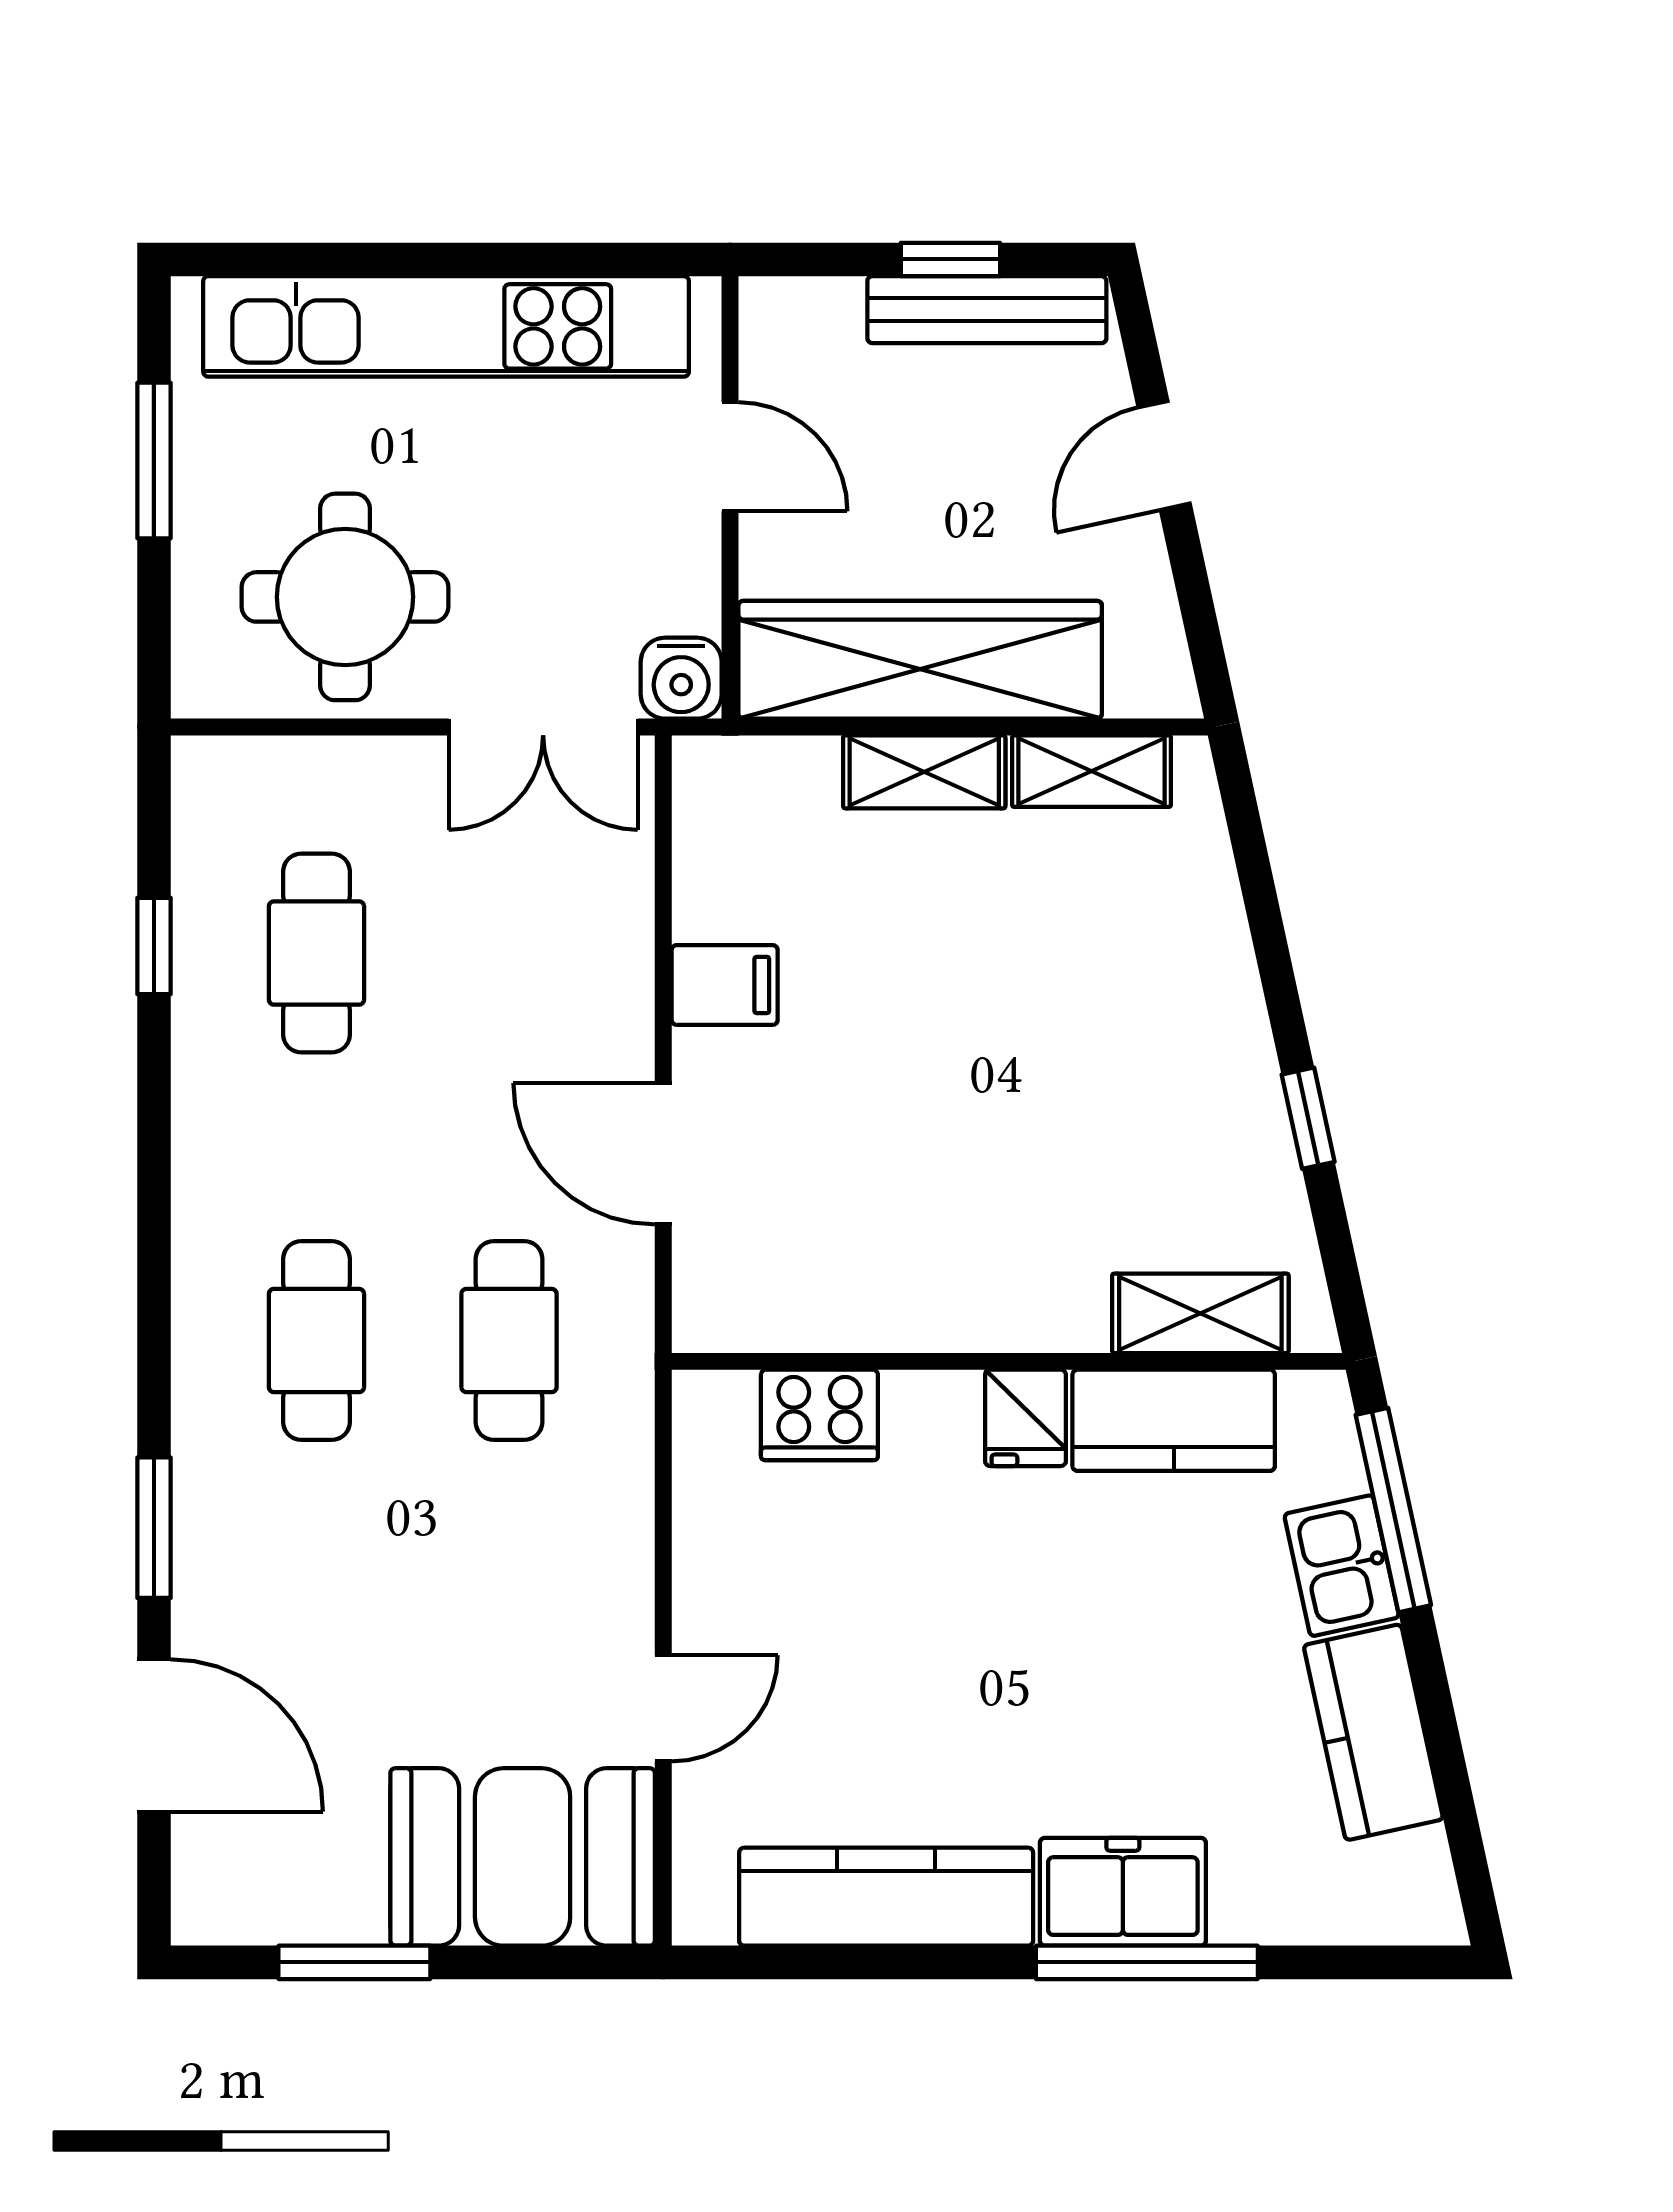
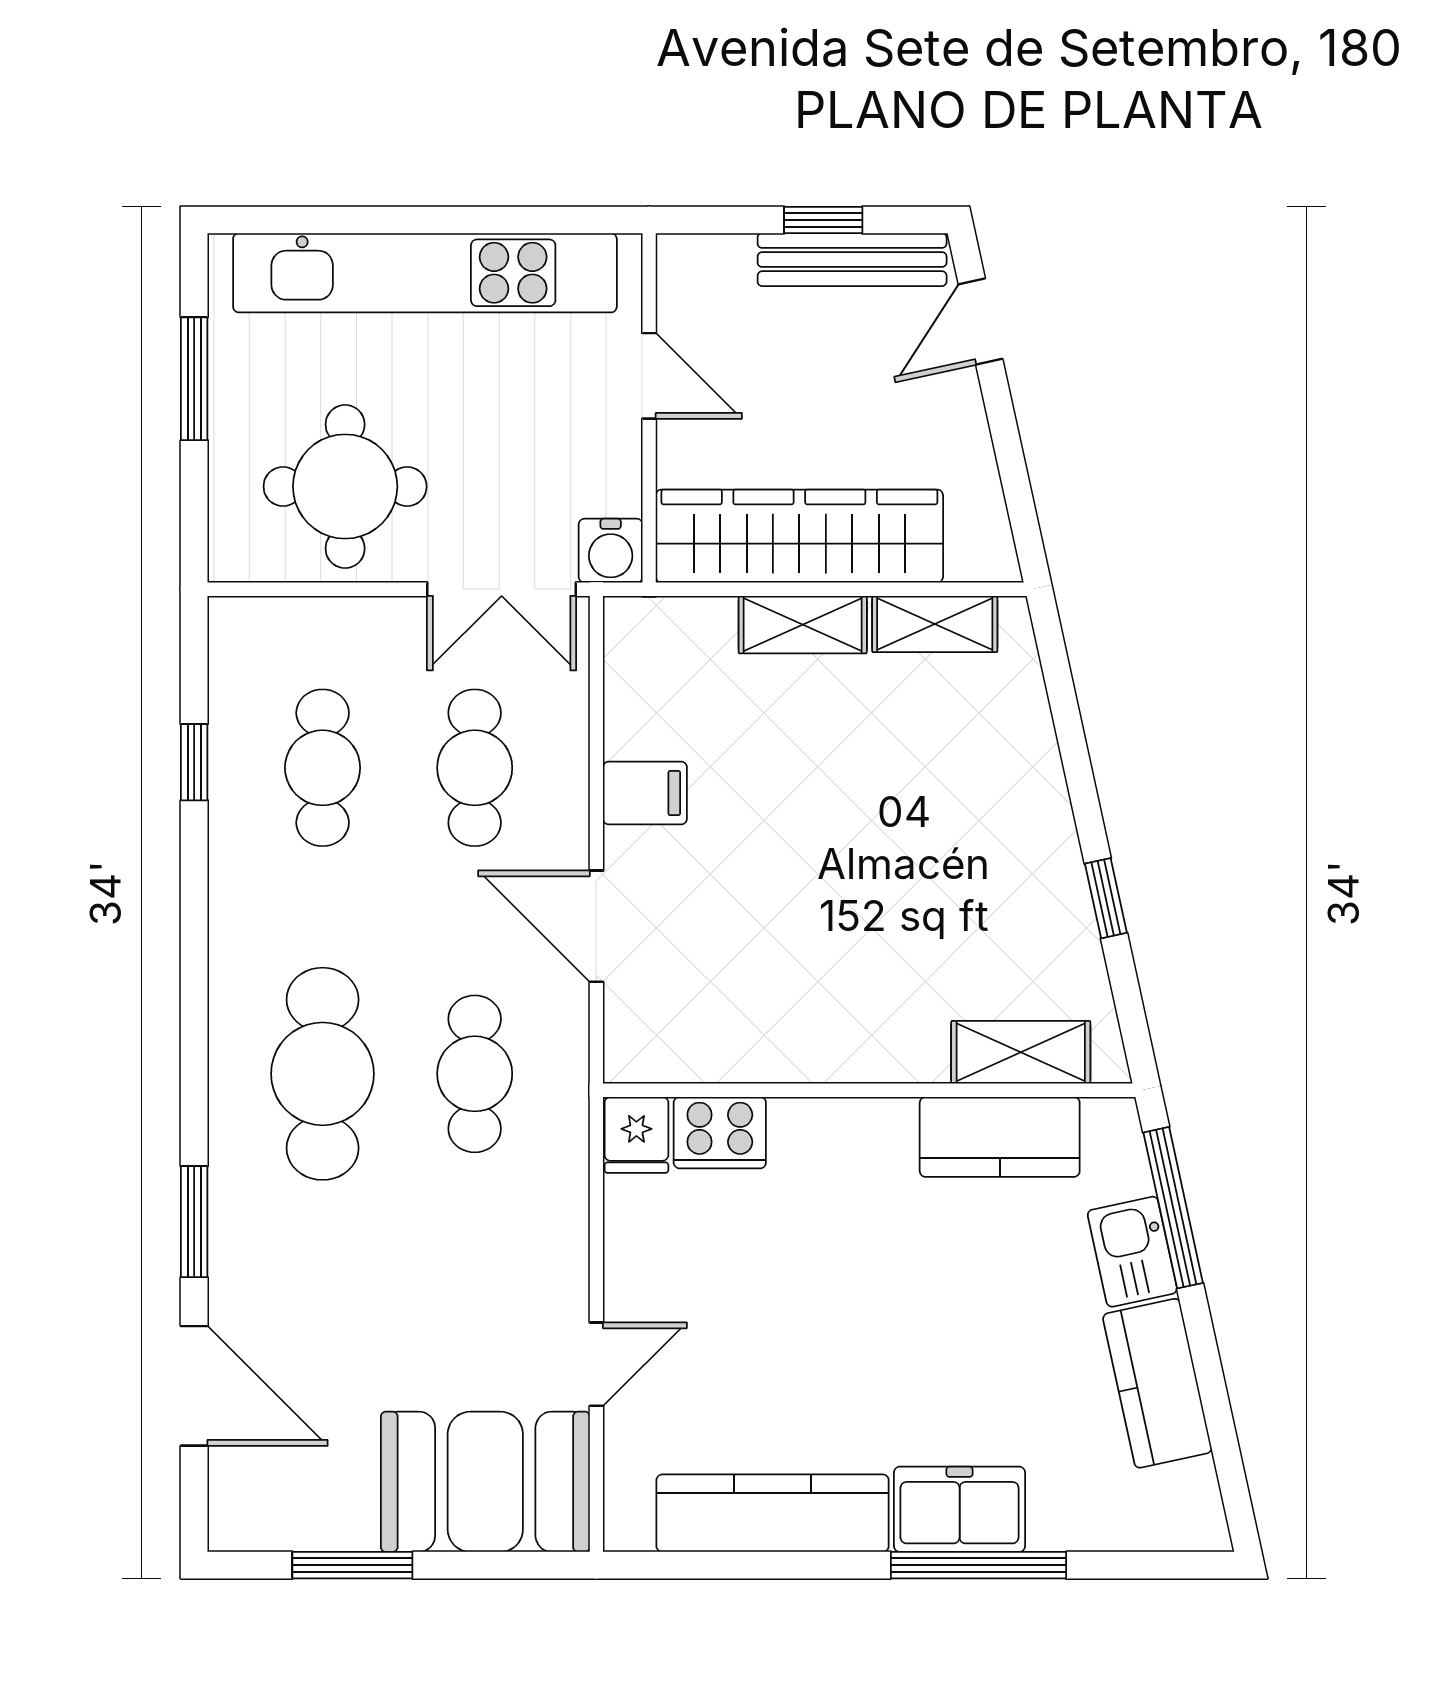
door: (1164, 455) -> (981, 321), moved
cafe table: (509, 953) -> (475, 768), added
cafe table: (316, 1341) -> (323, 1074), width x1.37, depth x1.35
fridge: (1025, 1418) -> (636, 1135), moved

